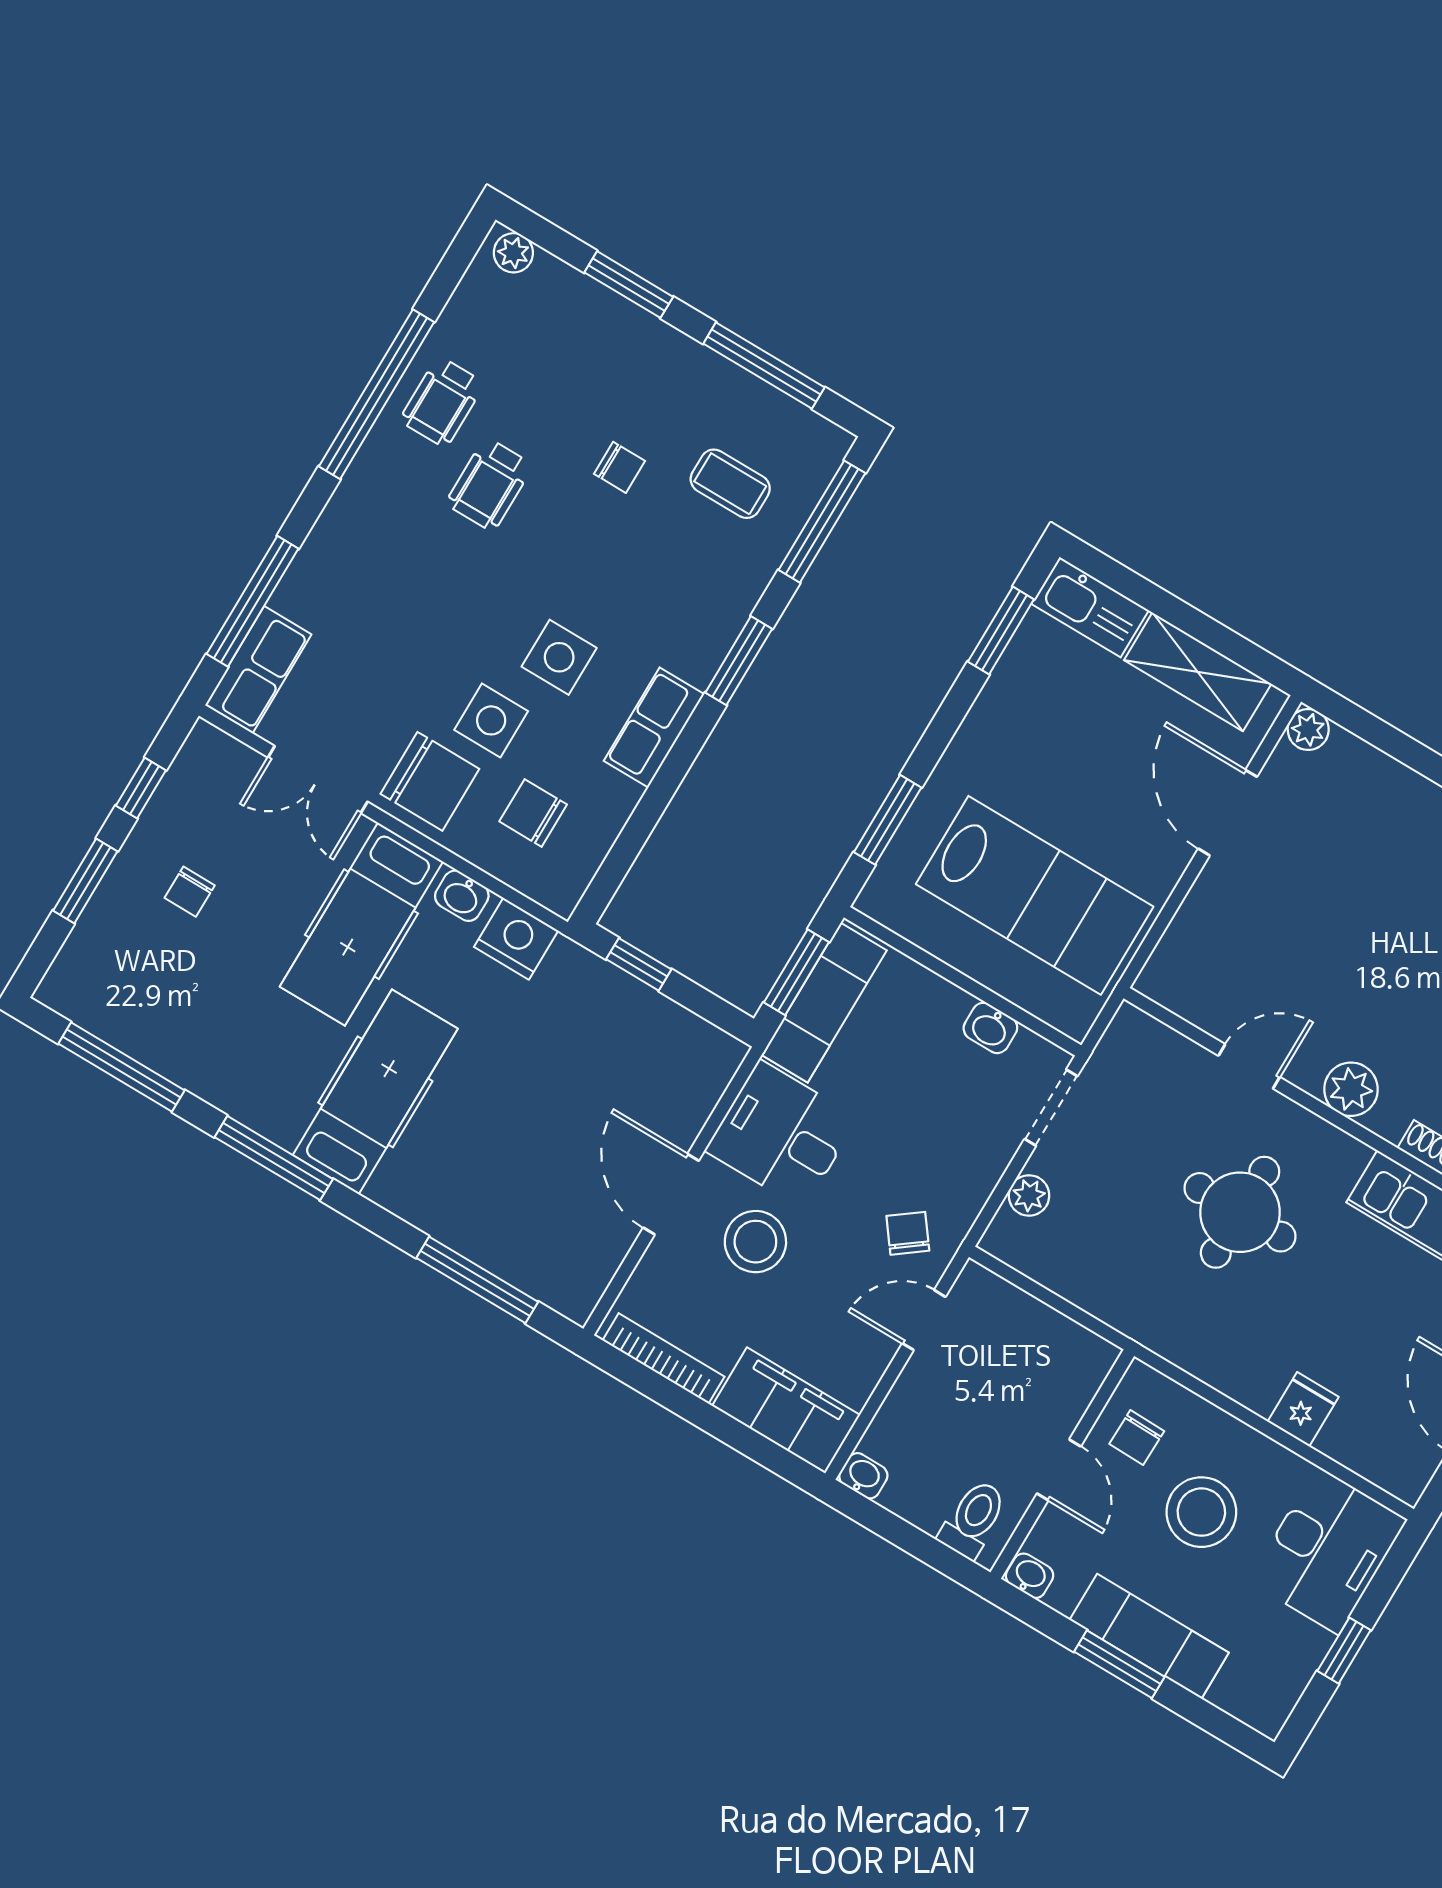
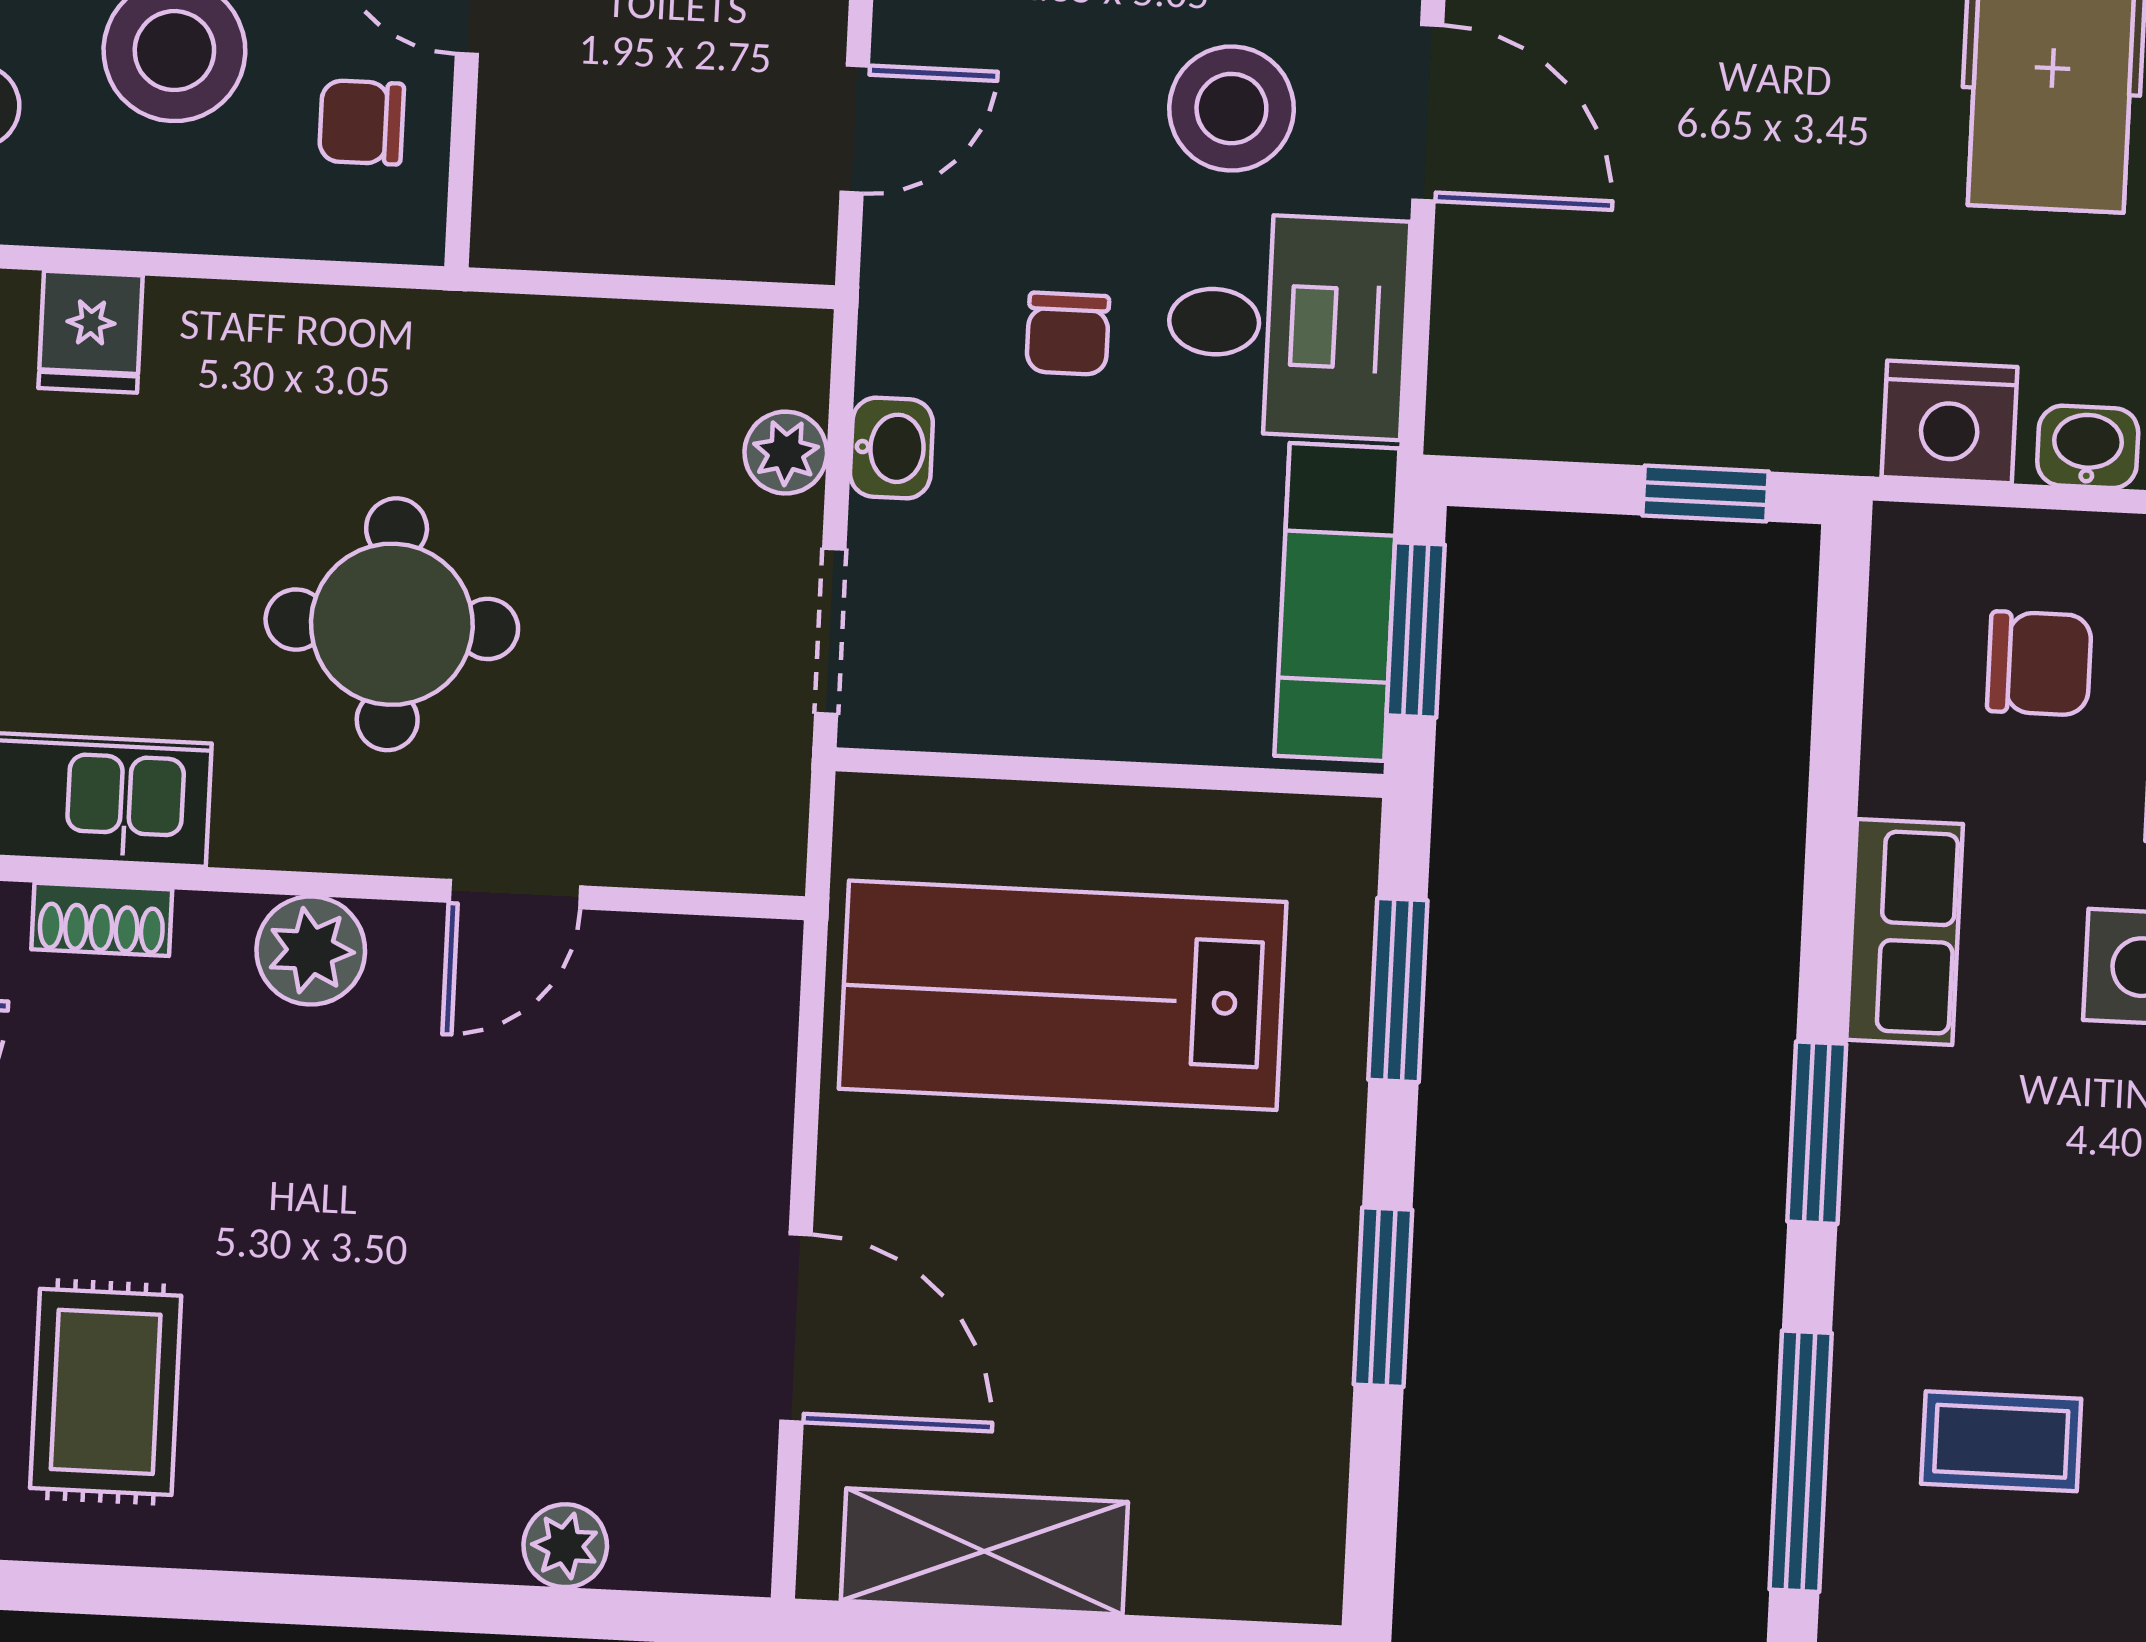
kitchen sink: (1090, 607) -> (1239, 1564), removed
window: (1001, 630) -> (1383, 1297), moved
plant: (1308, 730) -> (565, 1546), moved
washbasin: (990, 1028) -> (891, 448), moved, turned 90
chair: (908, 1233) -> (1068, 334), moved, turned 37
chair: (1137, 1437) -> (361, 122), turned -91

